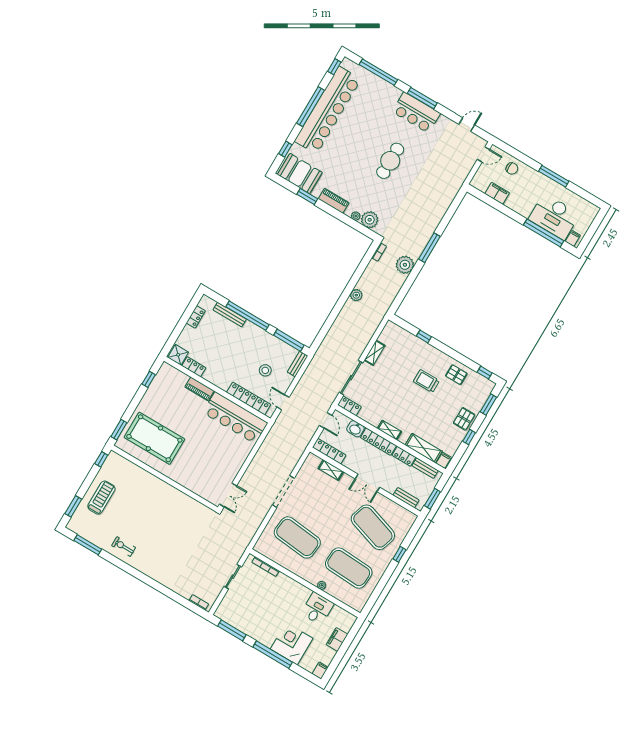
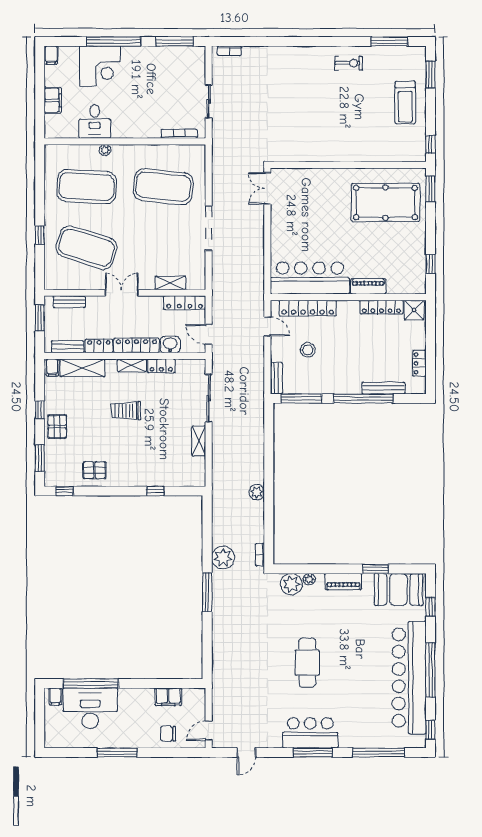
locker: (194, 367) -> (382, 307), width x1.53
trolley: (426, 381) -> (126, 411), moved, turned 180
locker: (349, 406) -> (161, 366), moved

